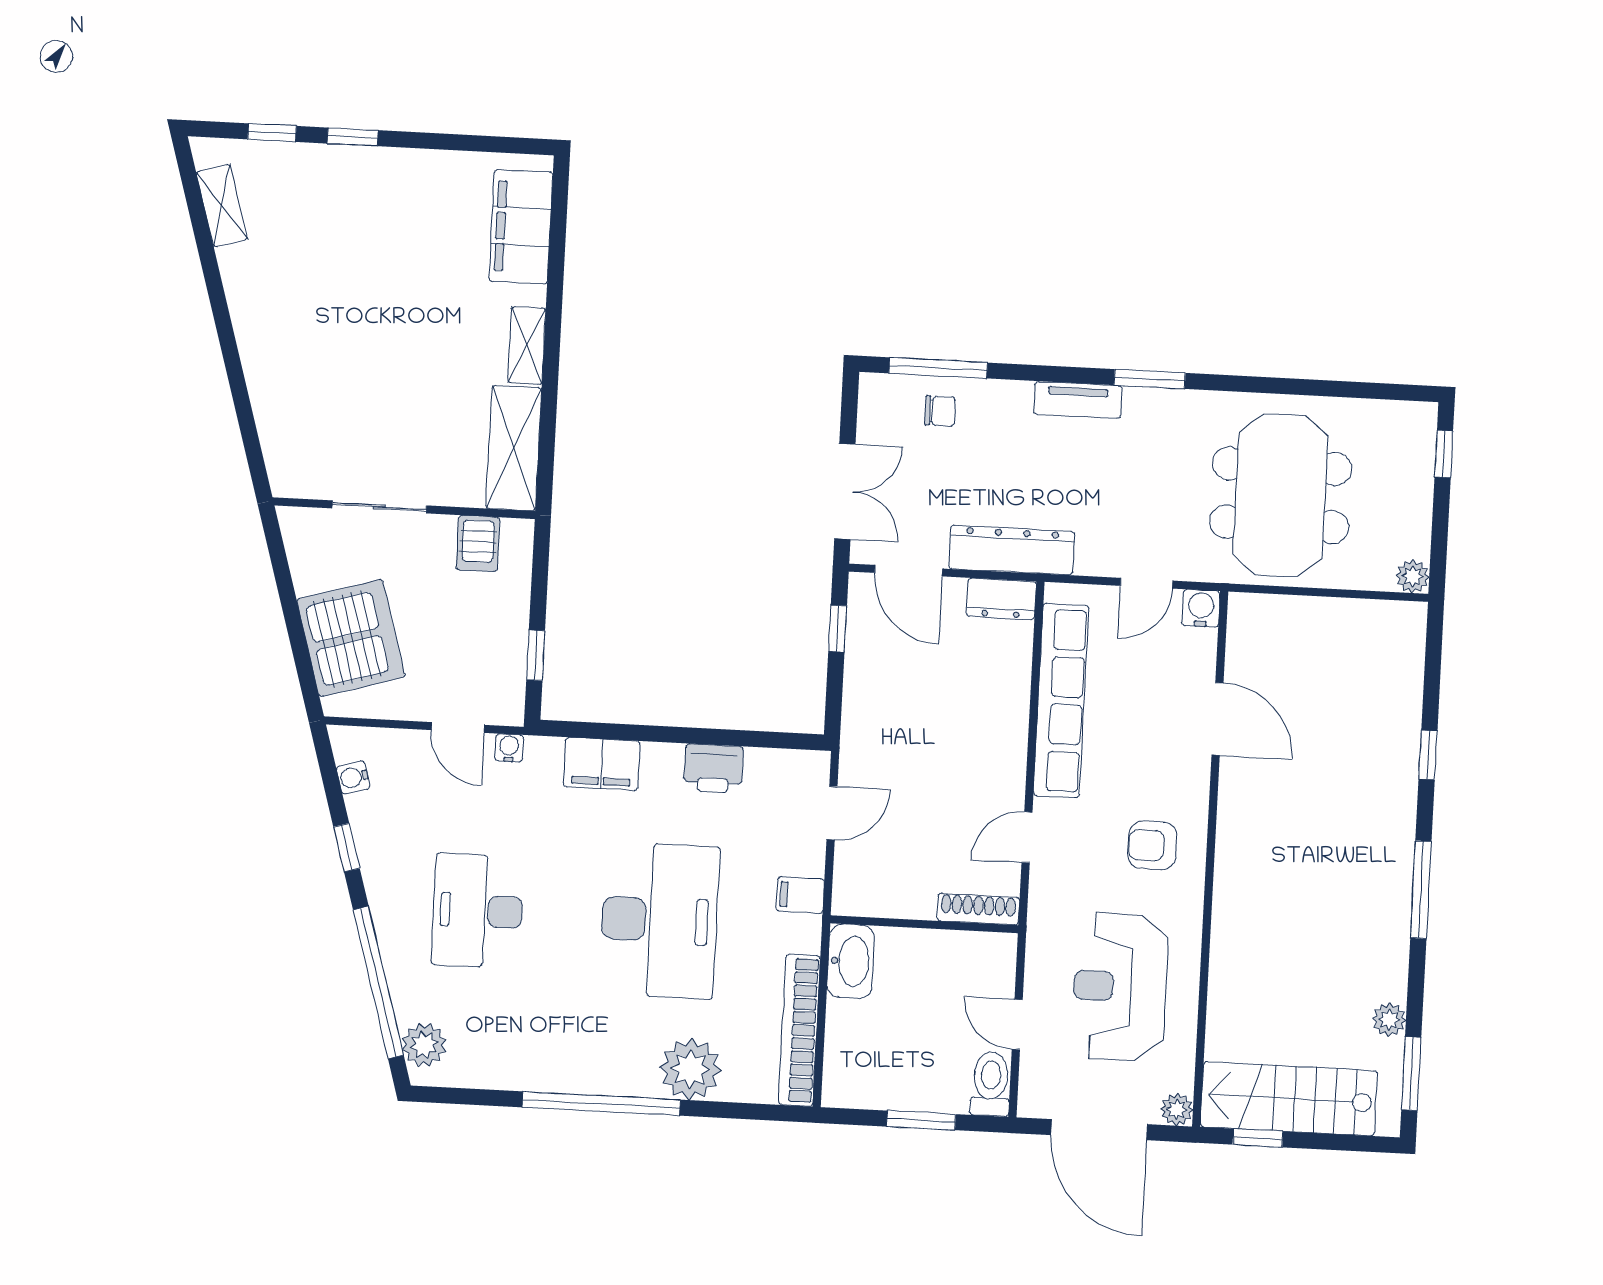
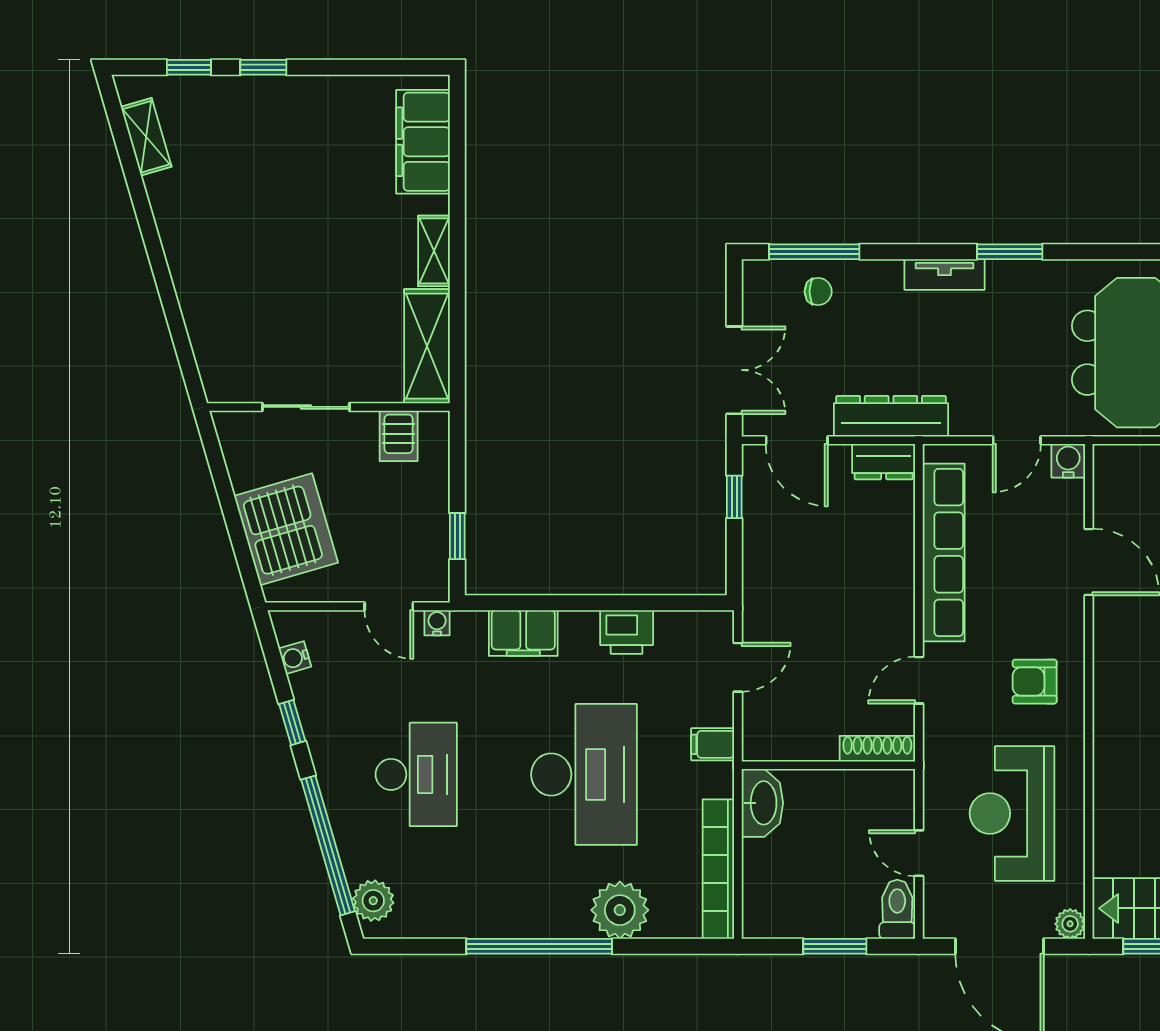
desk: (478, 911) -> (416, 774), turned 180

